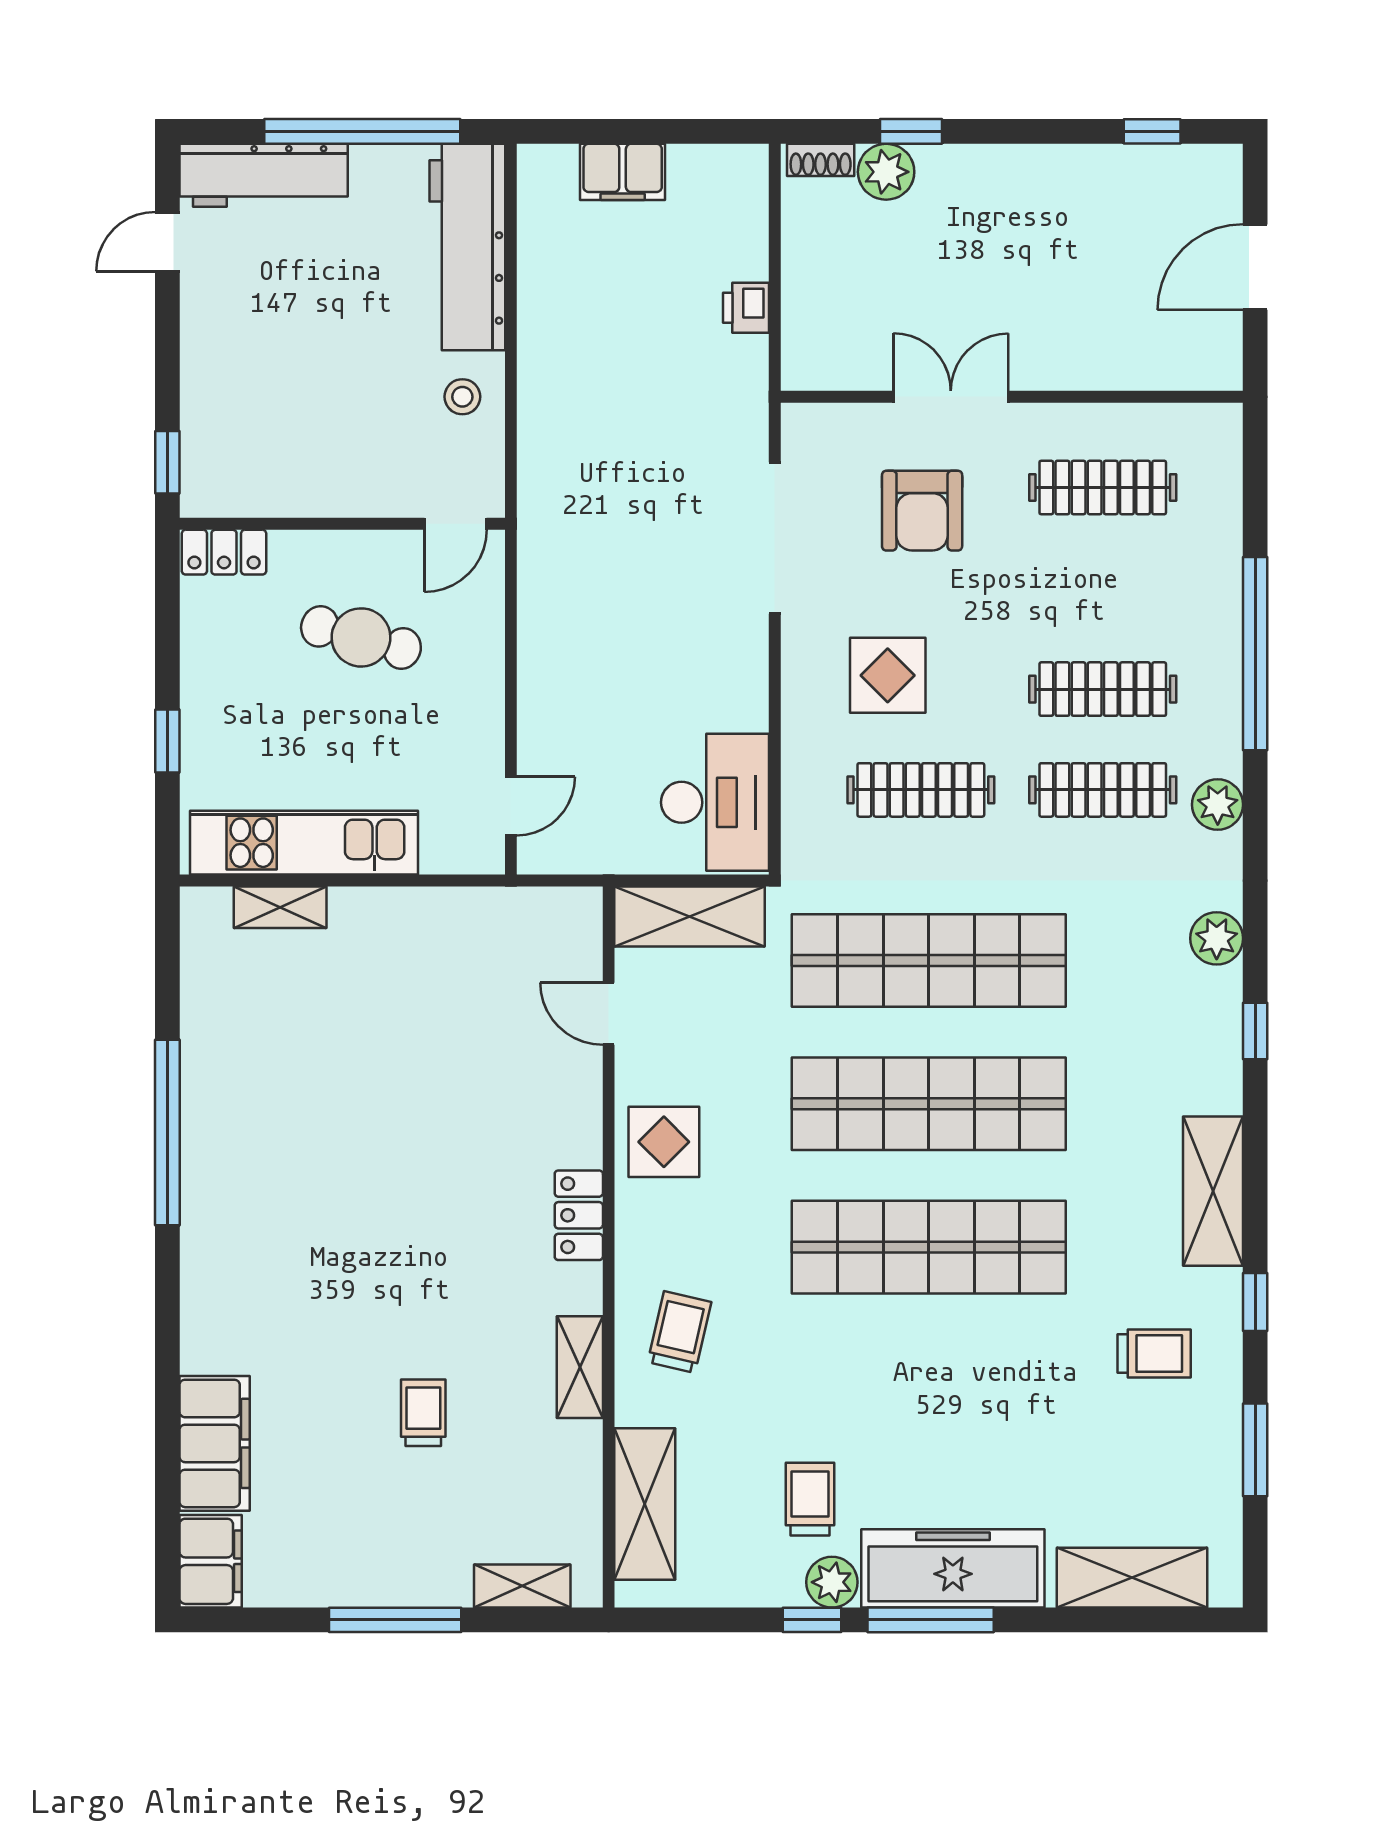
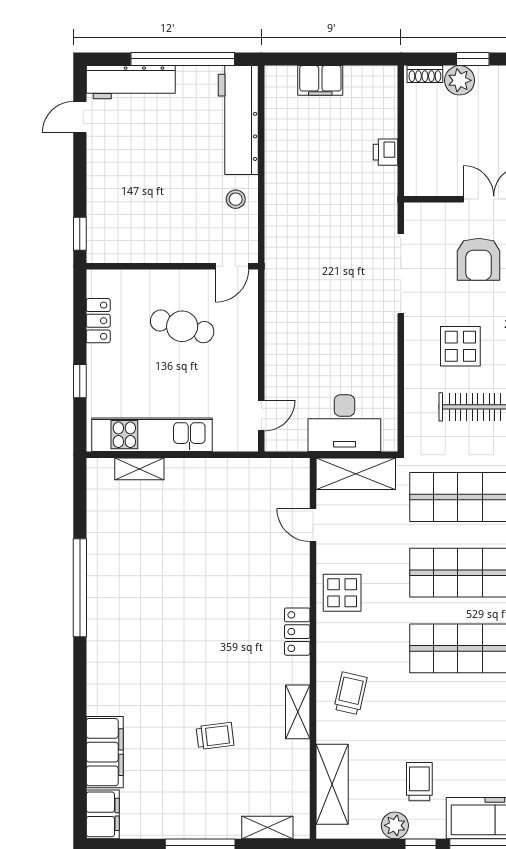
locker: (224, 552) -> (98, 321), moved, turned -90
desk: (715, 802) -> (344, 423), moved, turned 90
trolley: (423, 1413) -> (215, 736), turned 83
plant: (832, 1582) -> (395, 825), moved

